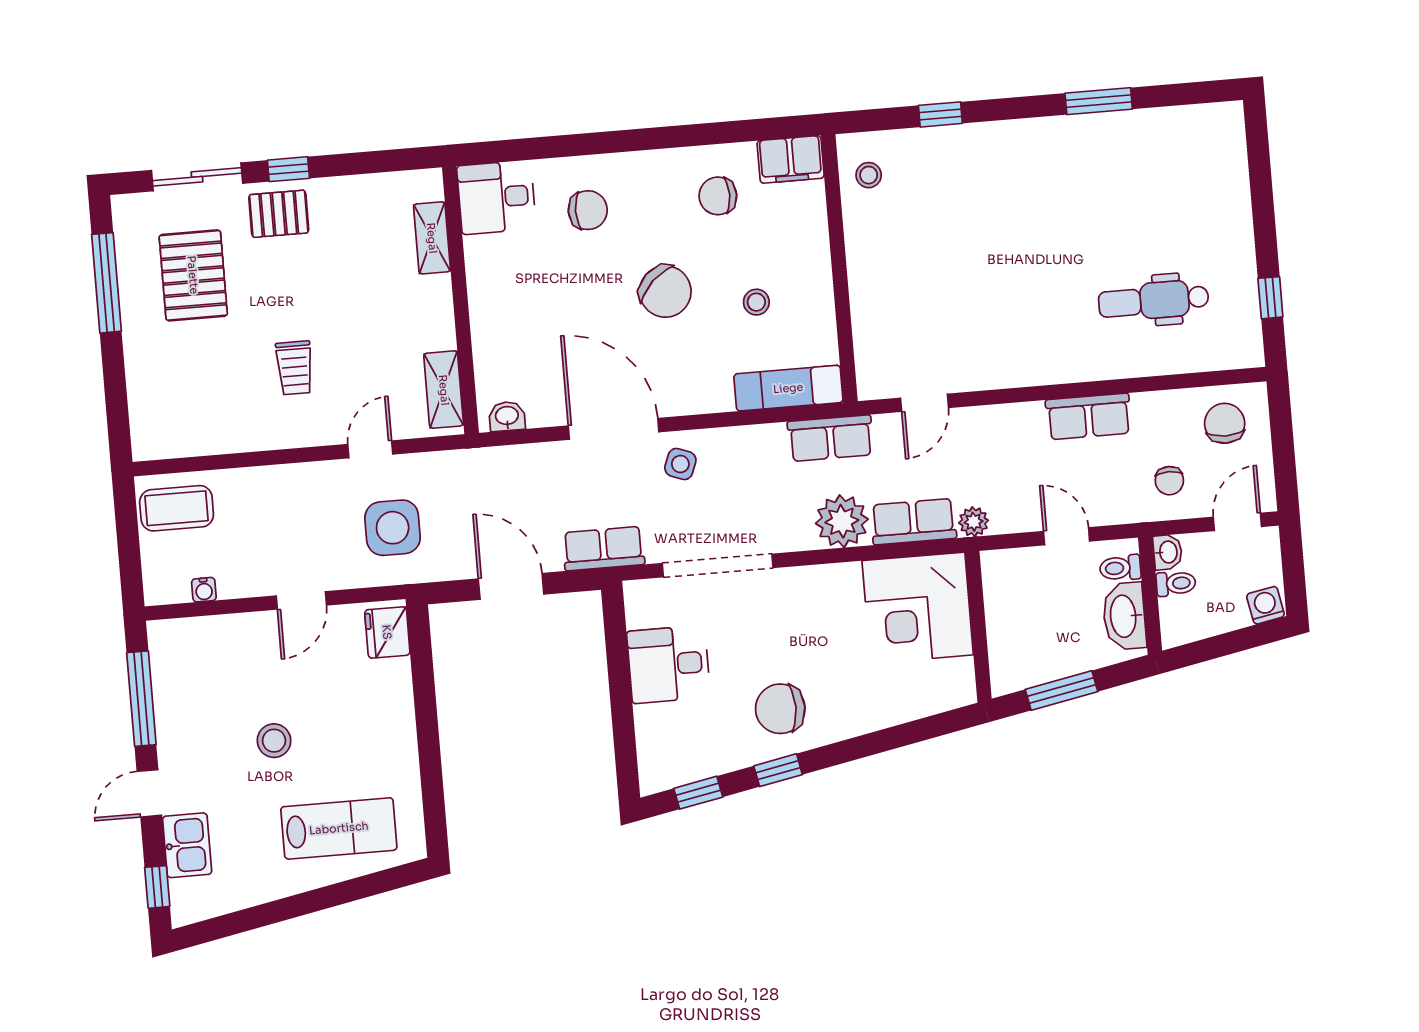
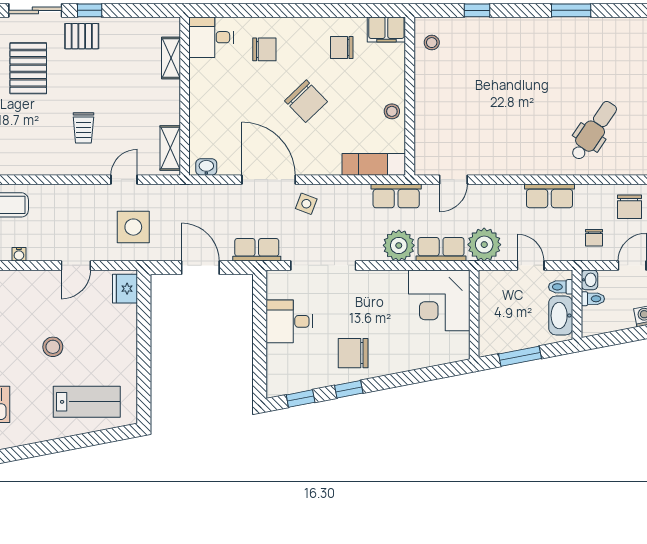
dental chair: (1154, 301) -> (594, 131), turned 124
stool: (756, 302) -> (392, 111), moved
chair: (1225, 423) -> (629, 207), turned 180
plant: (974, 522) -> (484, 245), width x1.87, depth x1.87

